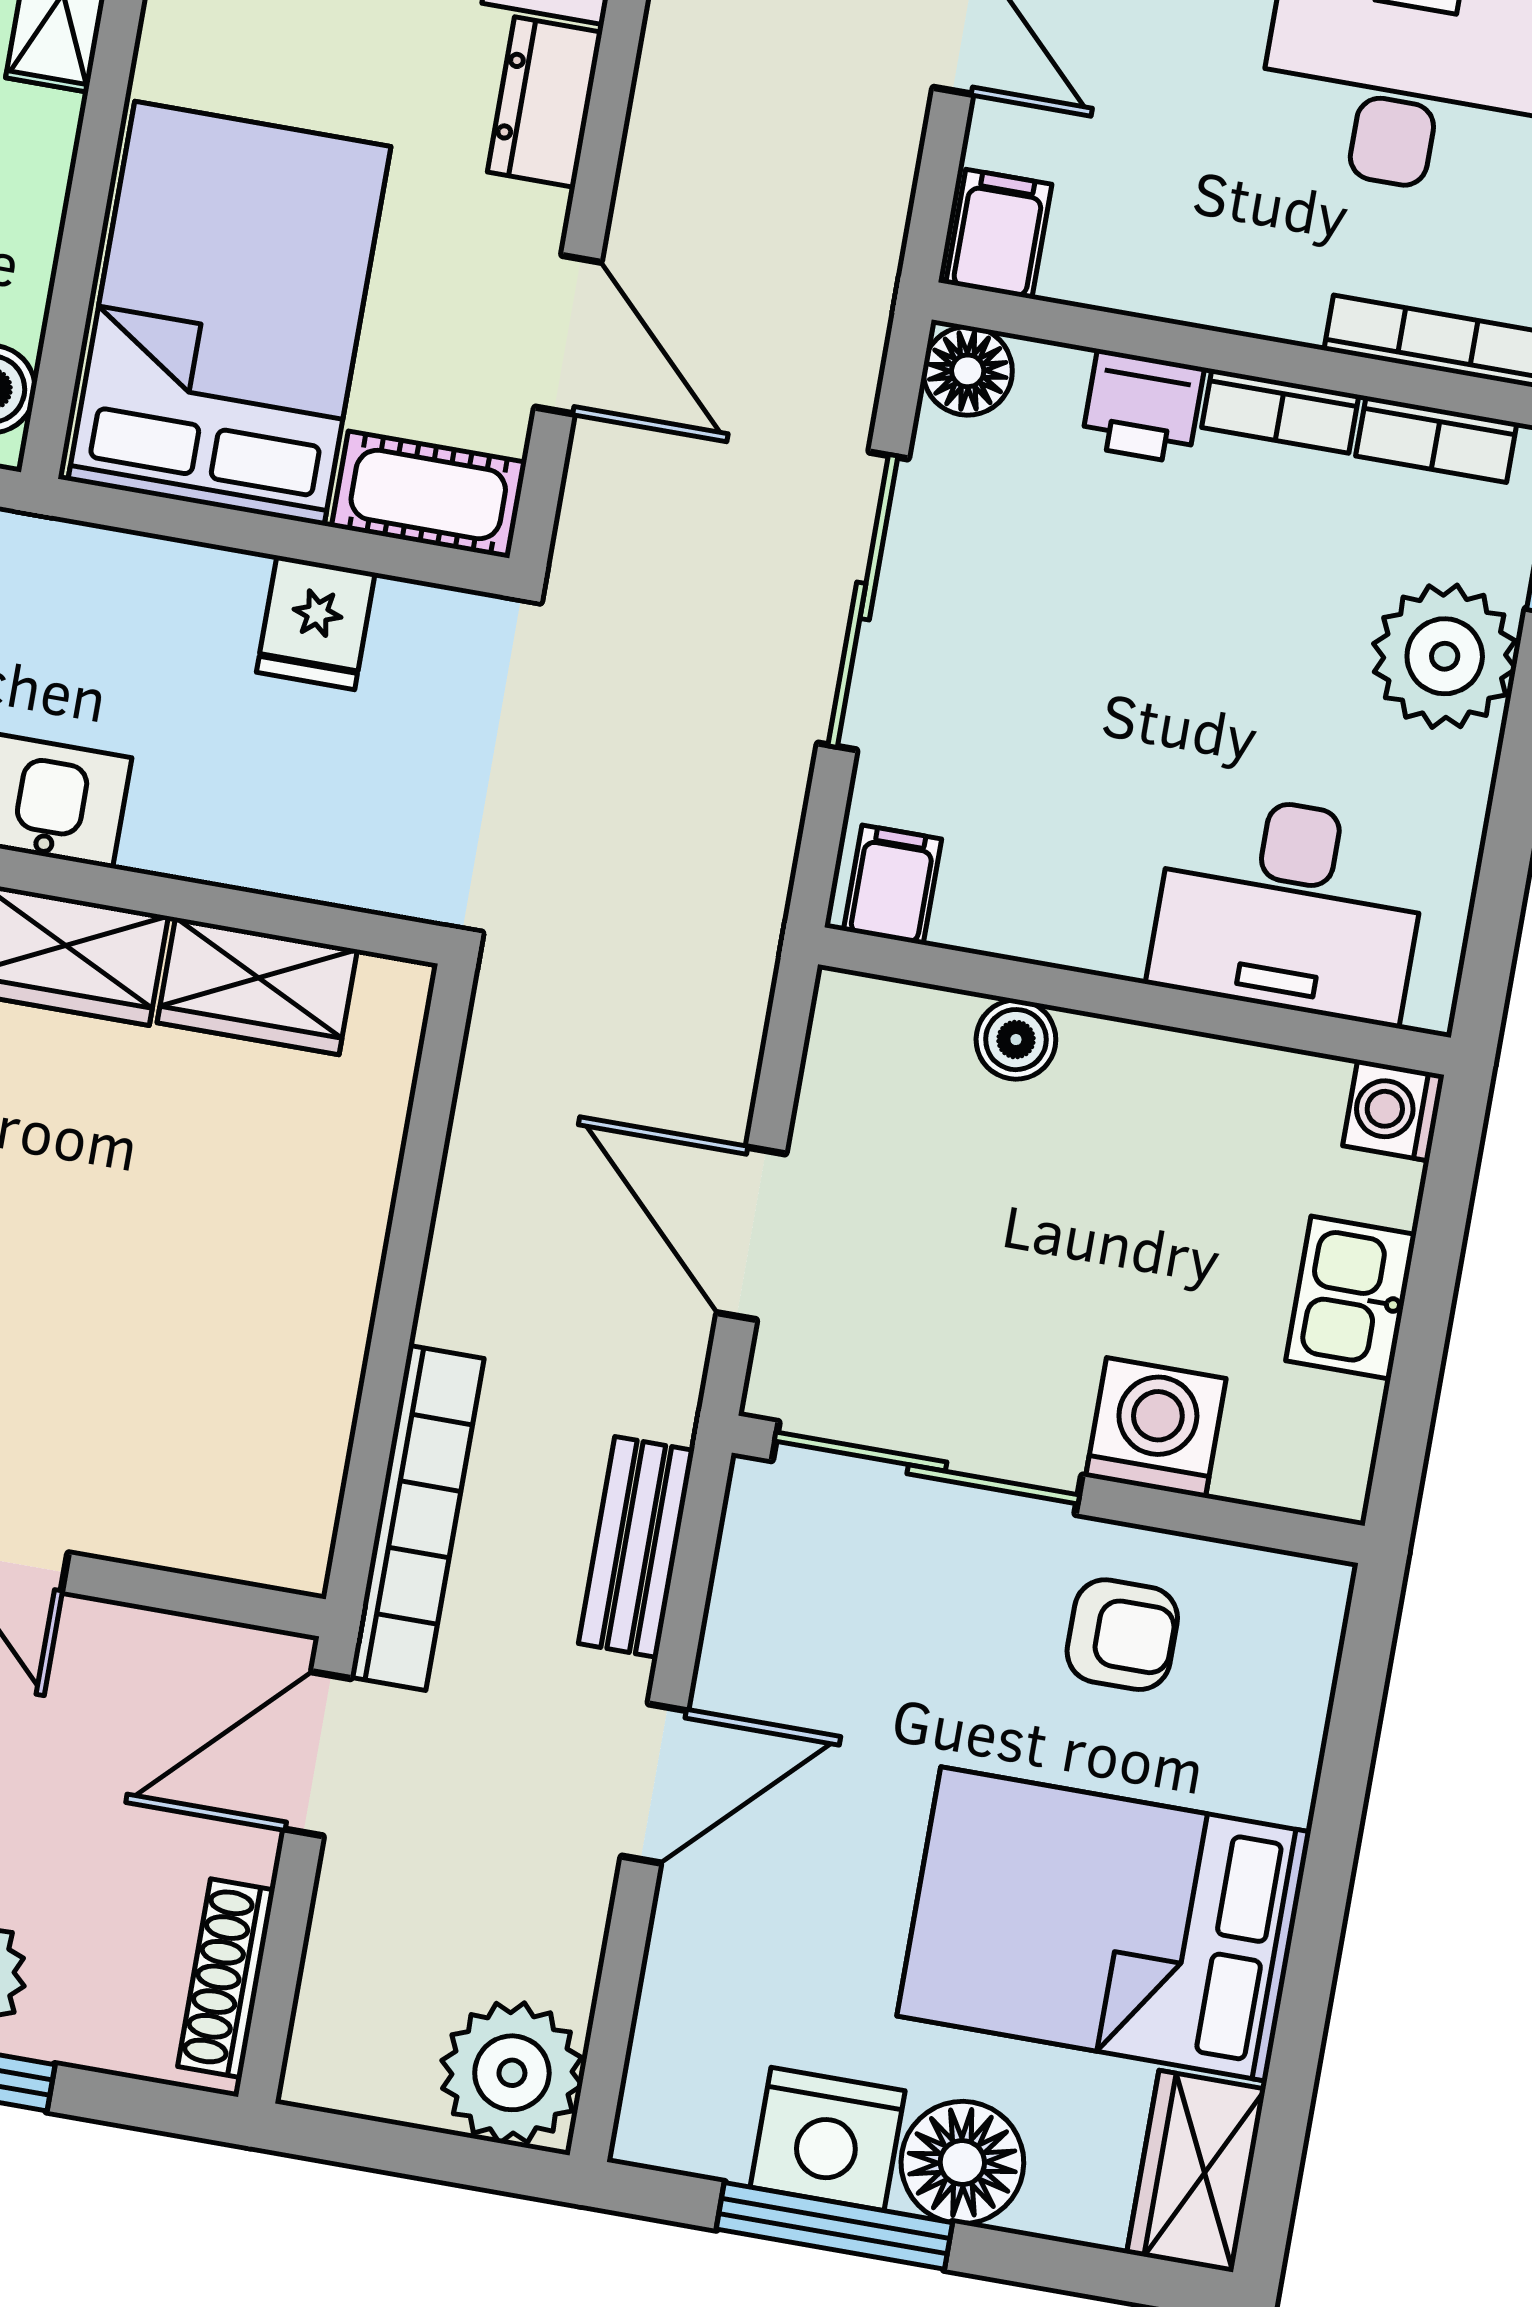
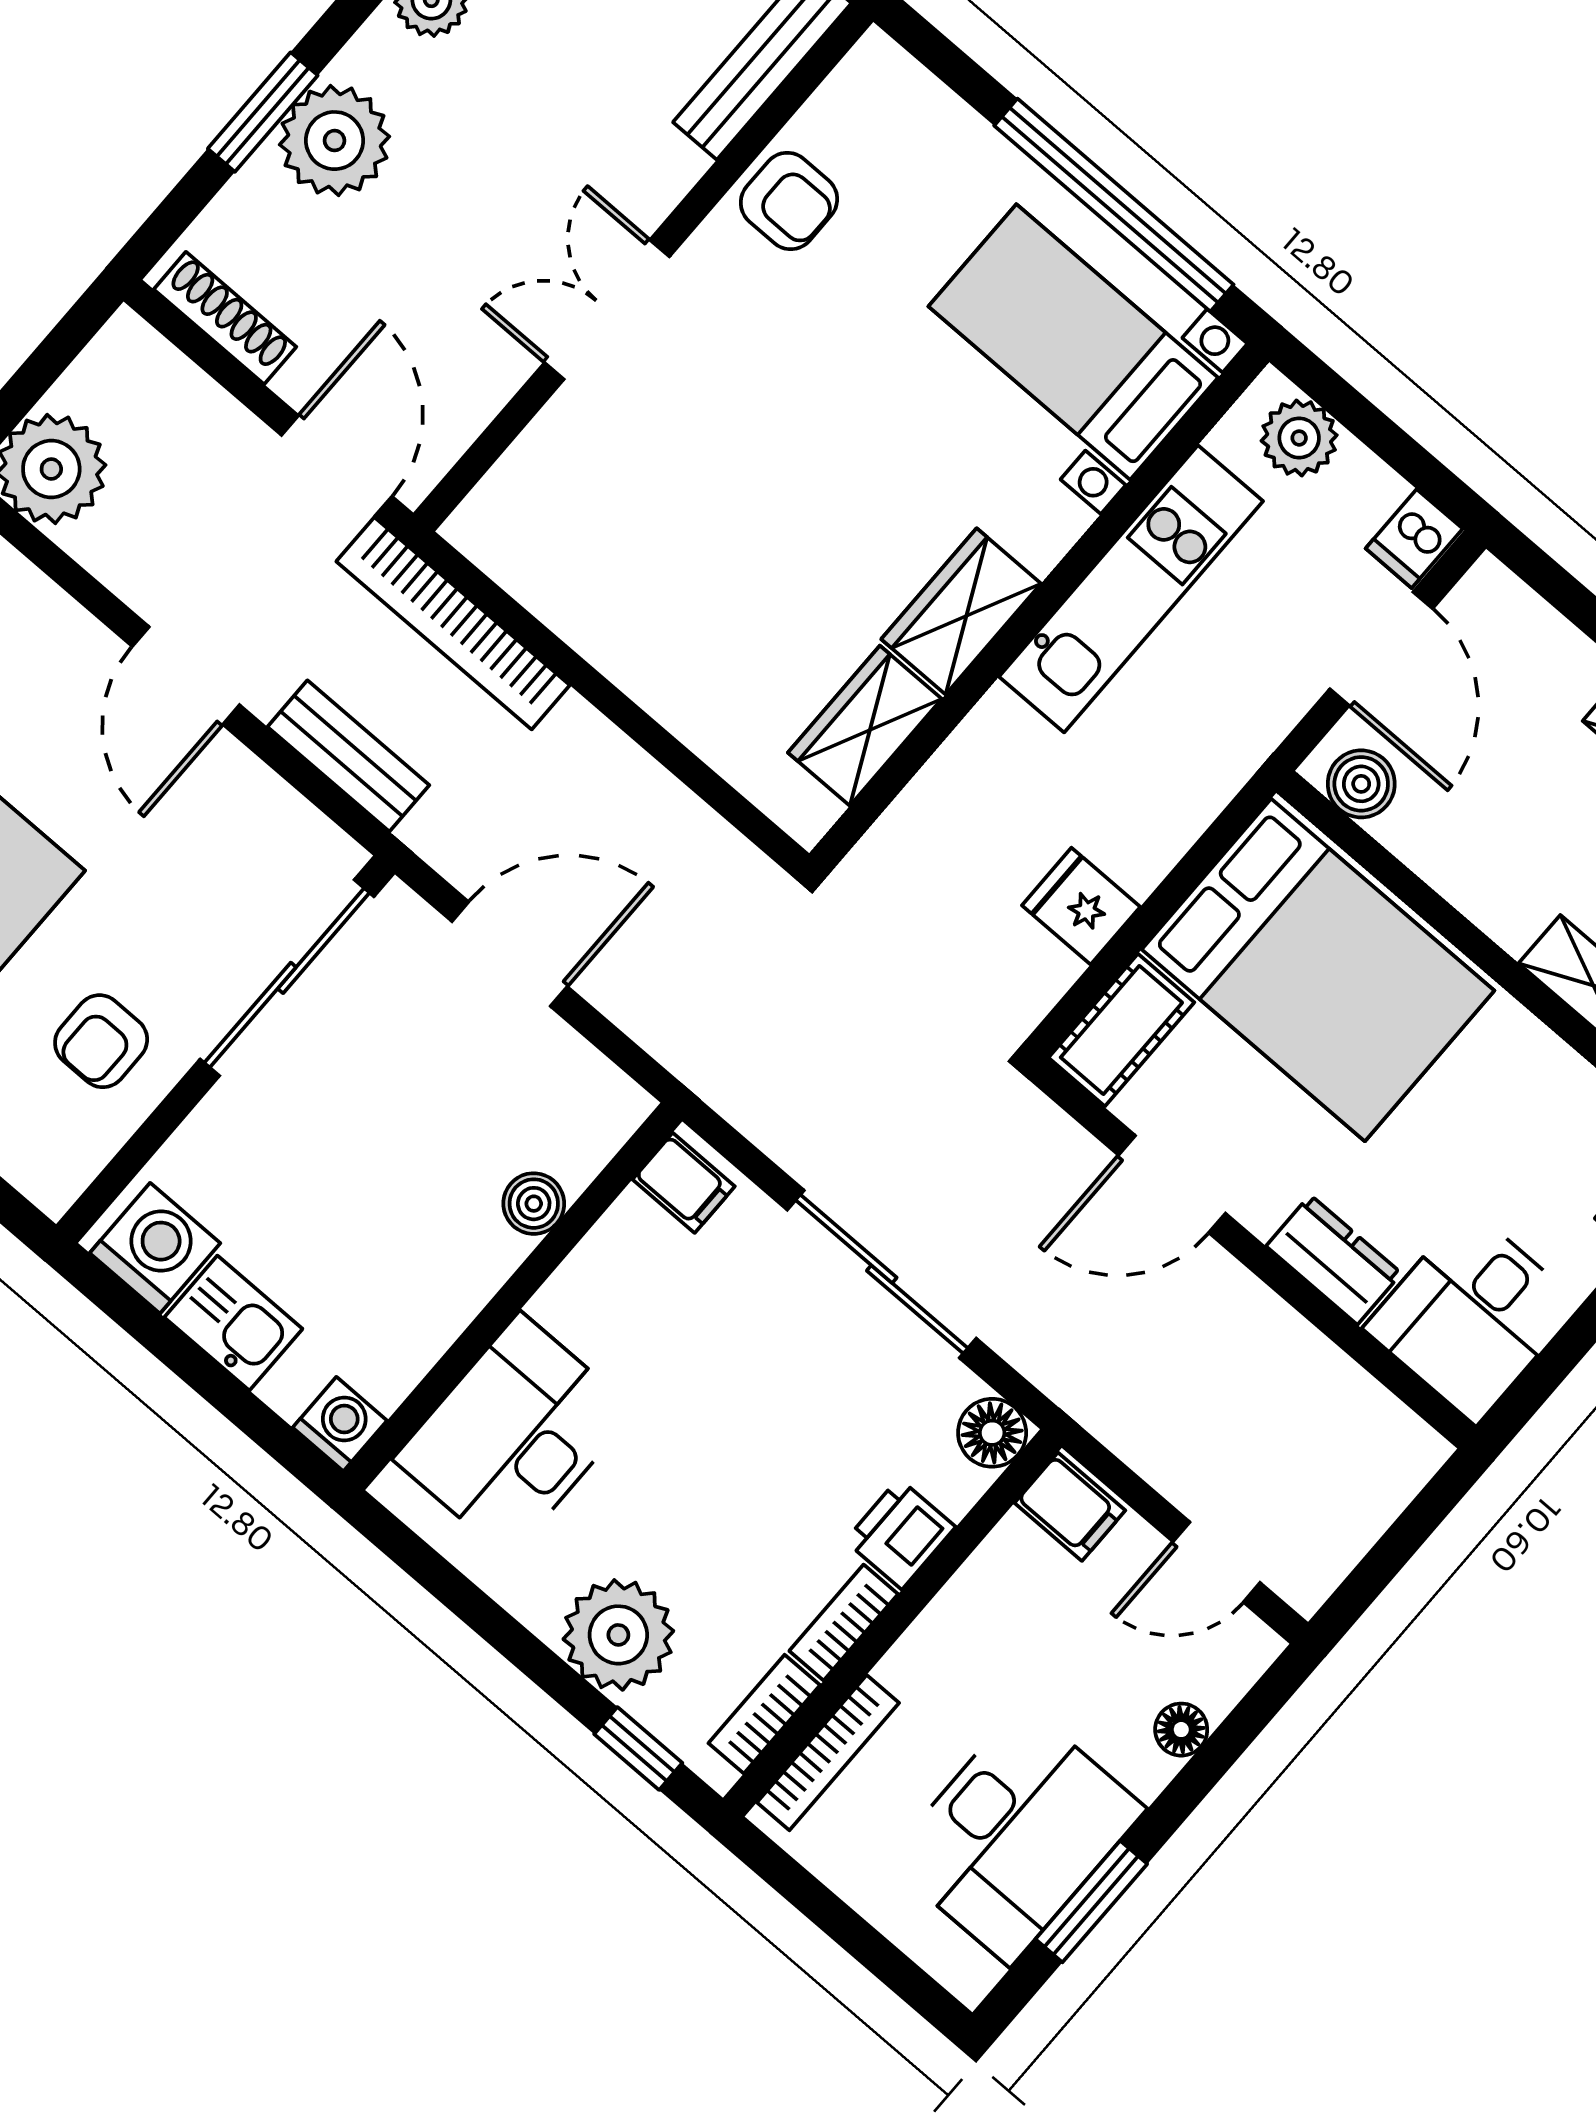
washing machine: (1156, 1428) -> (155, 1248), moved, turned -90

